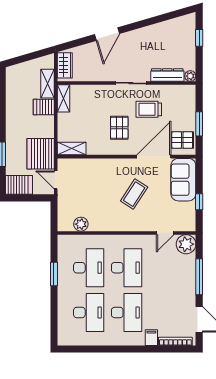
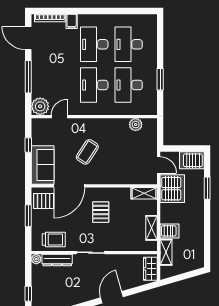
shelving: (64, 98) -> (151, 228), moved
trolley: (149, 109) -> (54, 239), moved

